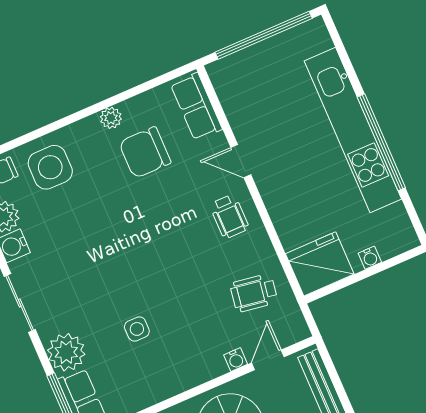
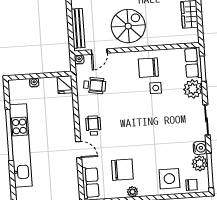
fridge: (320, 264) -> (65, 85), width x0.53, depth x0.75
water cooler: (236, 360) -> (79, 60), moved
chair: (164, 363) -> (148, 68), added

